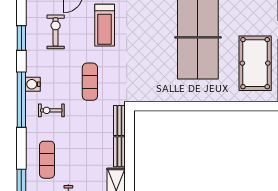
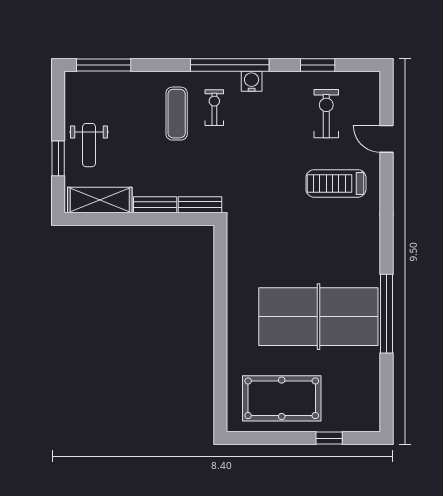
exercise bike: (56, 32) -> (326, 114), turned -90
exercise mat: (90, 82) -> (255, 163), removed
exercise mat: (47, 160) -> (177, 114), moved, turned 90

